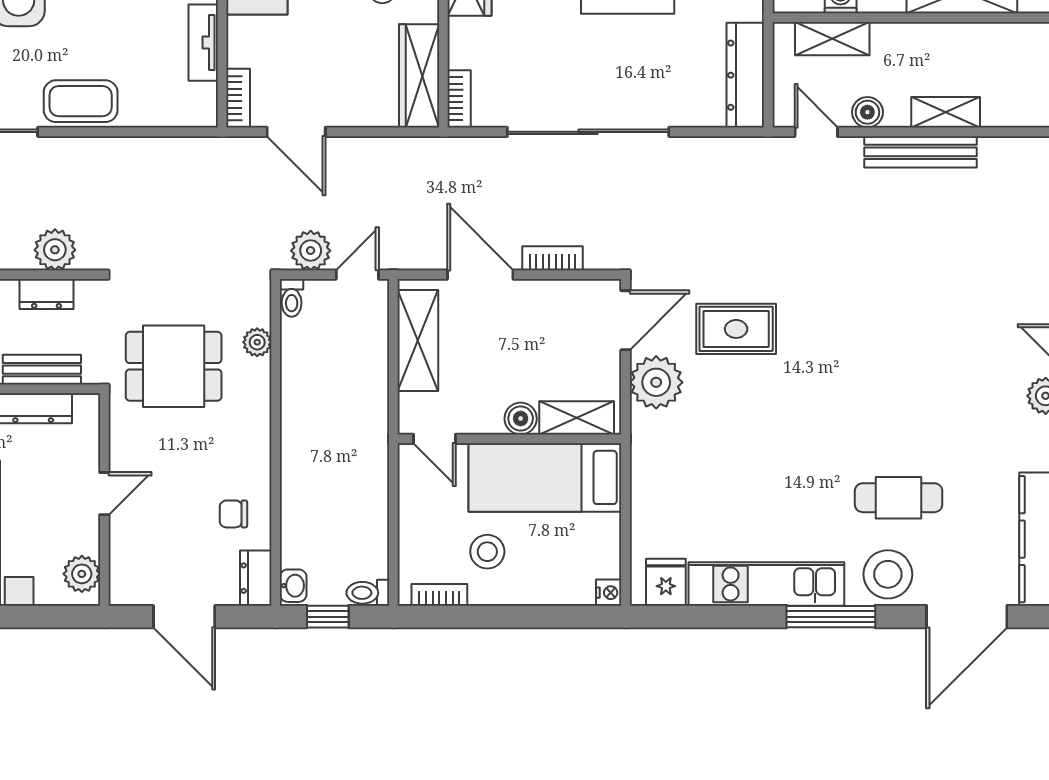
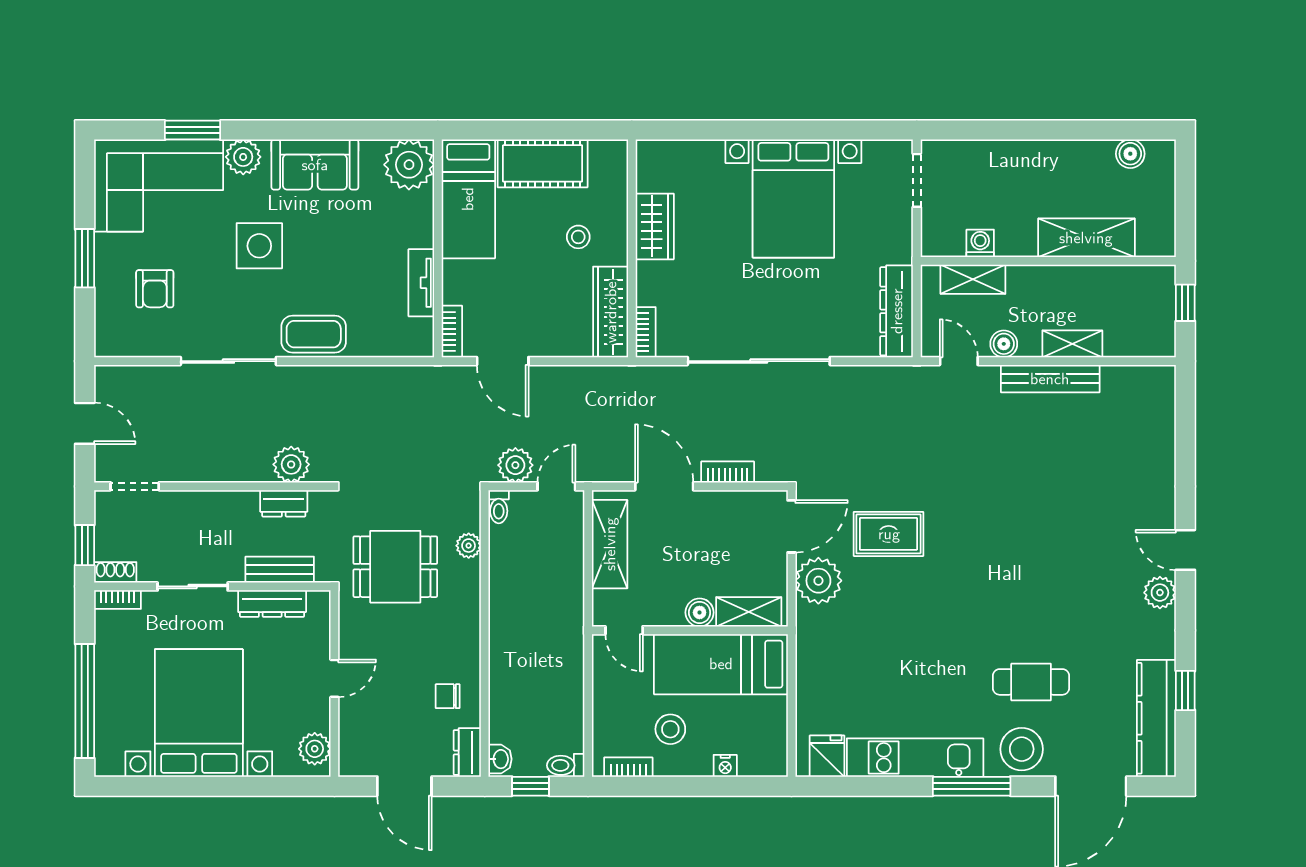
nightstand: (609, 593) -> (725, 766), moved, turned 90

